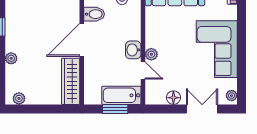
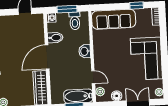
washbasin: (133, 50) -> (85, 51), moved
plant: (151, 54) -> (100, 92), moved

